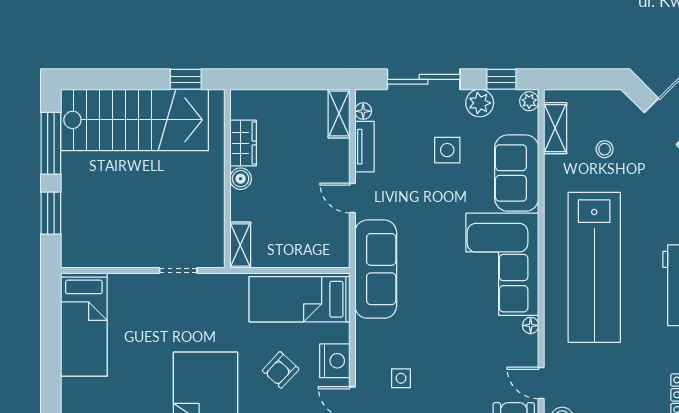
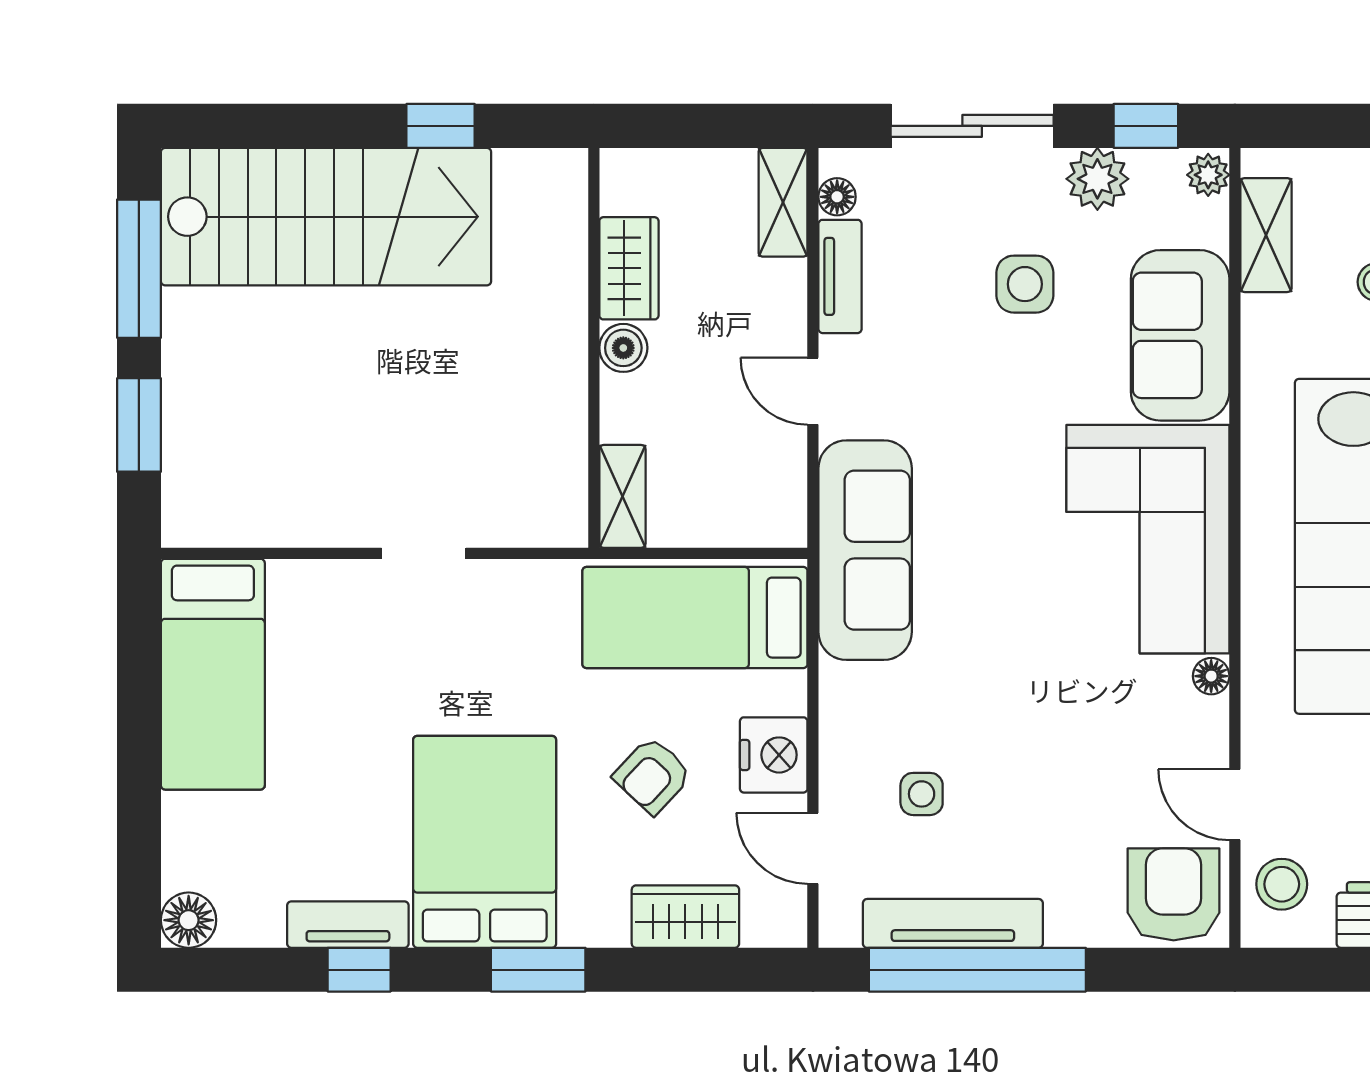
wardrobe: (243, 143) -> (629, 268), moved
wall: (227, 179) -> (594, 348), moved
boiler: (241, 179) -> (623, 348), moved
shelving: (240, 245) -> (622, 496), moved

